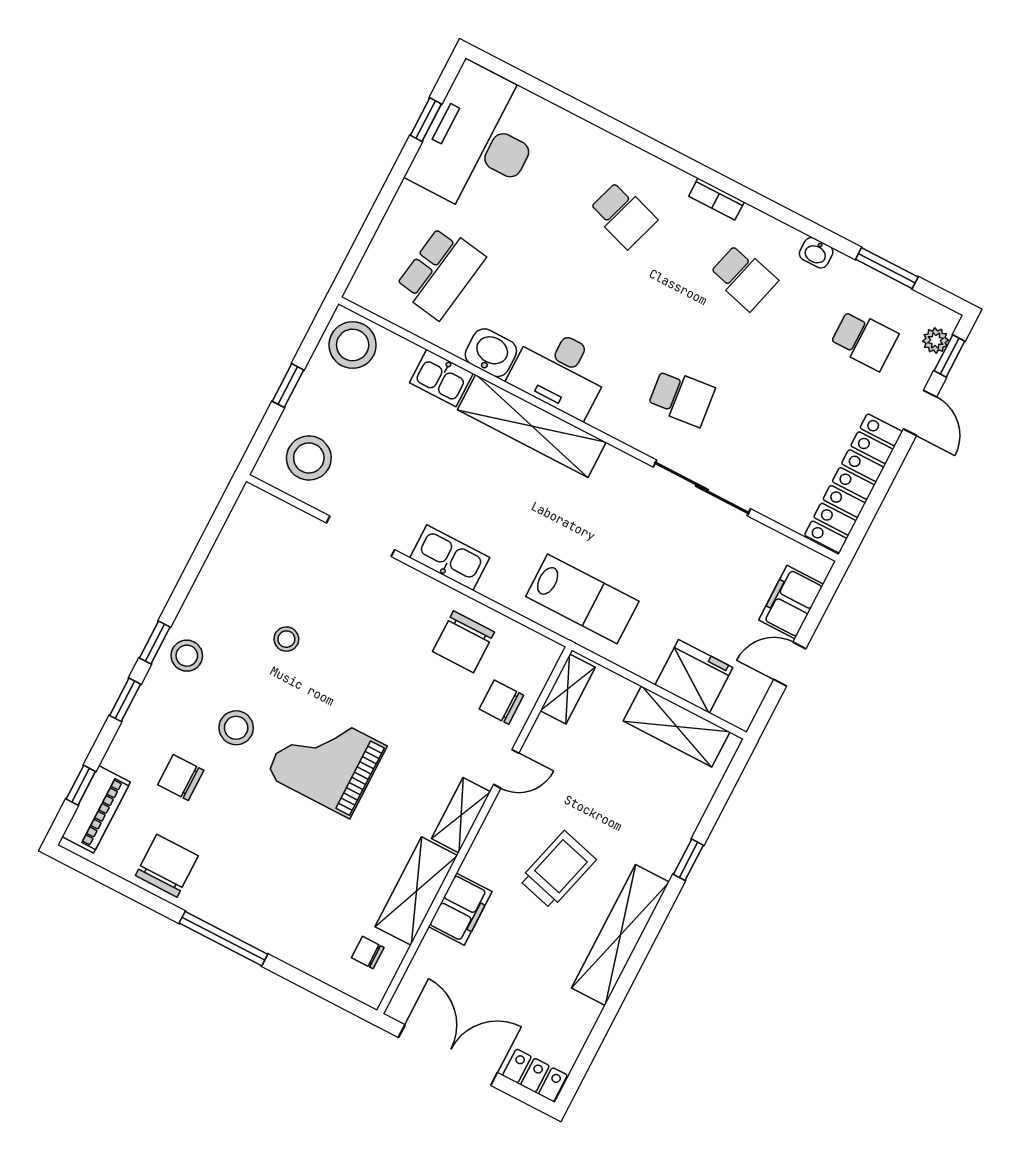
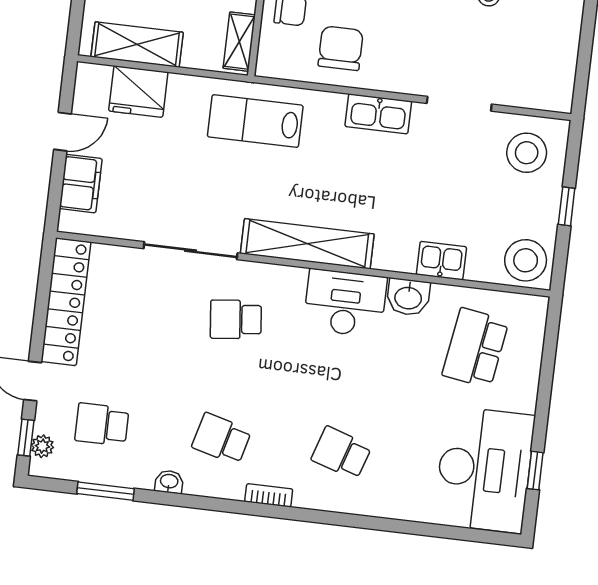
shelving: (532, 426) -> (307, 244), moved

